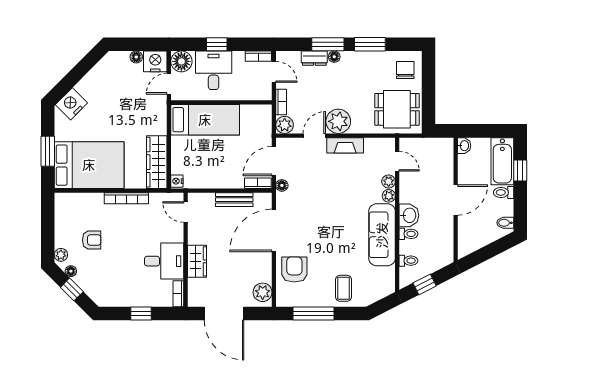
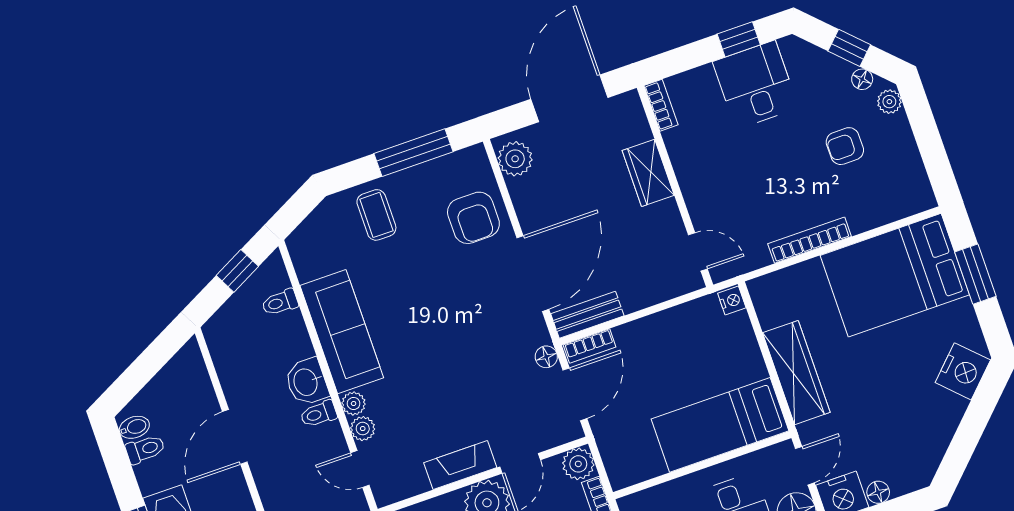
wardrobe: (157, 162) -> (796, 373), moved
toilet: (504, 192) -> (145, 449), moved
bench: (234, 200) -> (587, 315), moved
toilet: (409, 234) -> (319, 414), moved
desk: (164, 261) -> (756, 85), moved, turned 90
window: (141, 314) -> (739, 39), moved
door: (224, 314) -> (569, 98), hinge flipped

